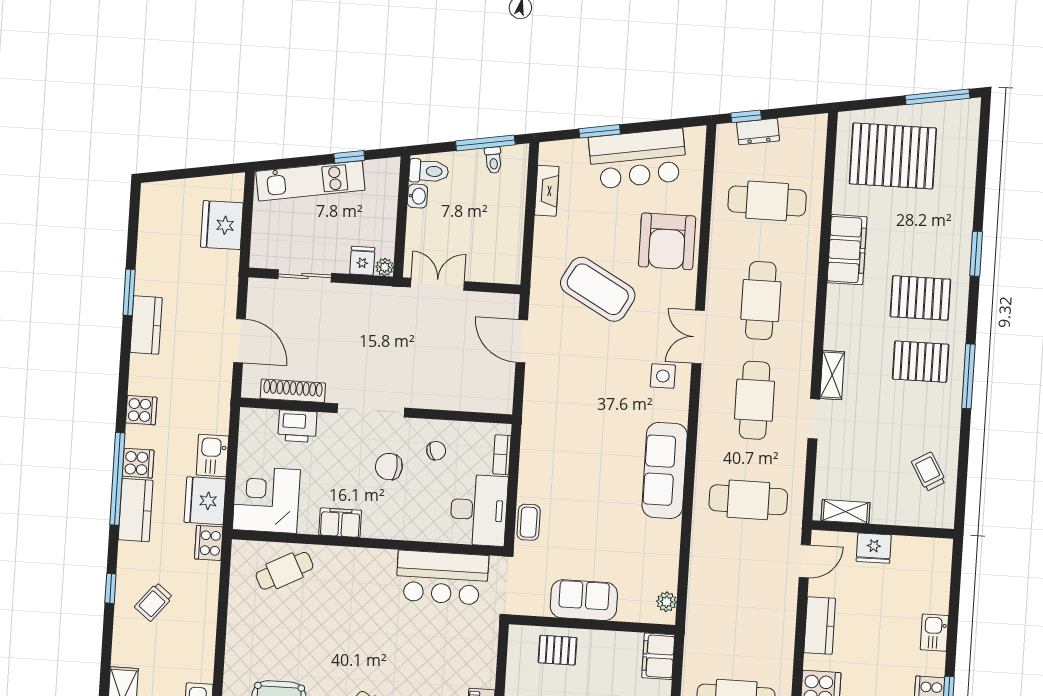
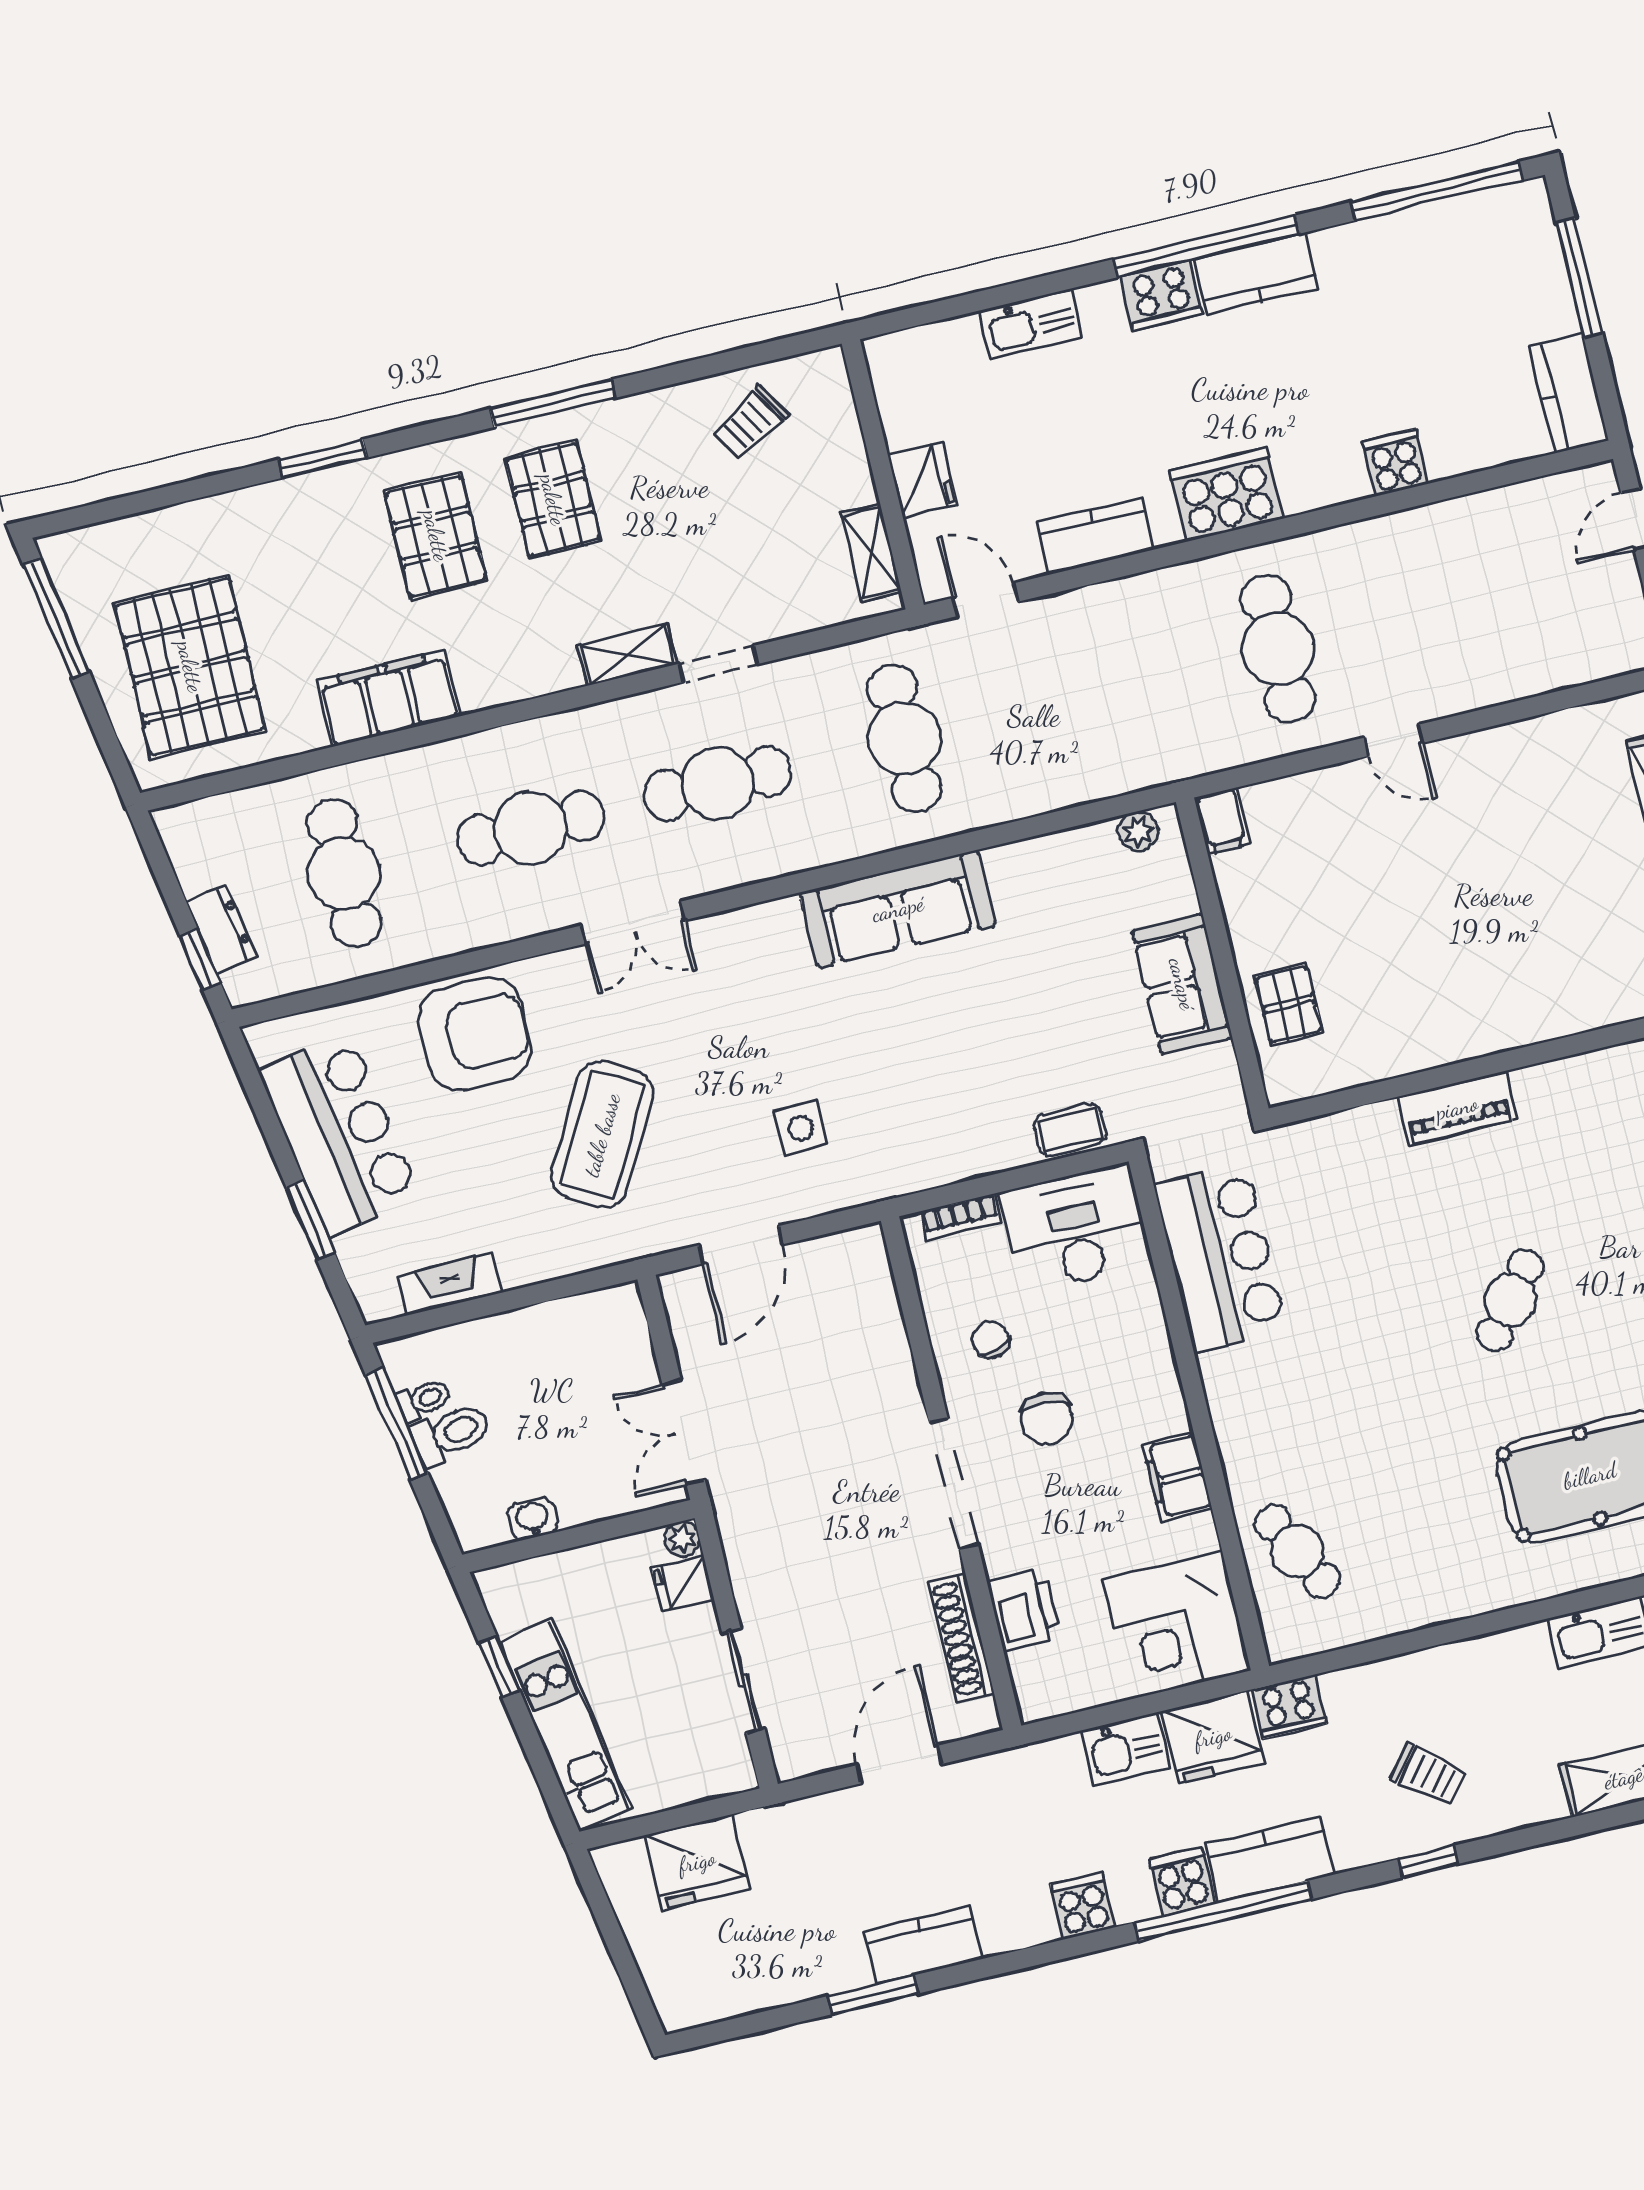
toilet: (429, 171) -> (451, 1433), moved, turned 81
side table: (663, 376) -> (801, 1128), moved
kitchen sink: (934, 633) -> (1031, 324), width x1.38
filing cabinet: (658, 656) -> (1222, 821), width x0.50

